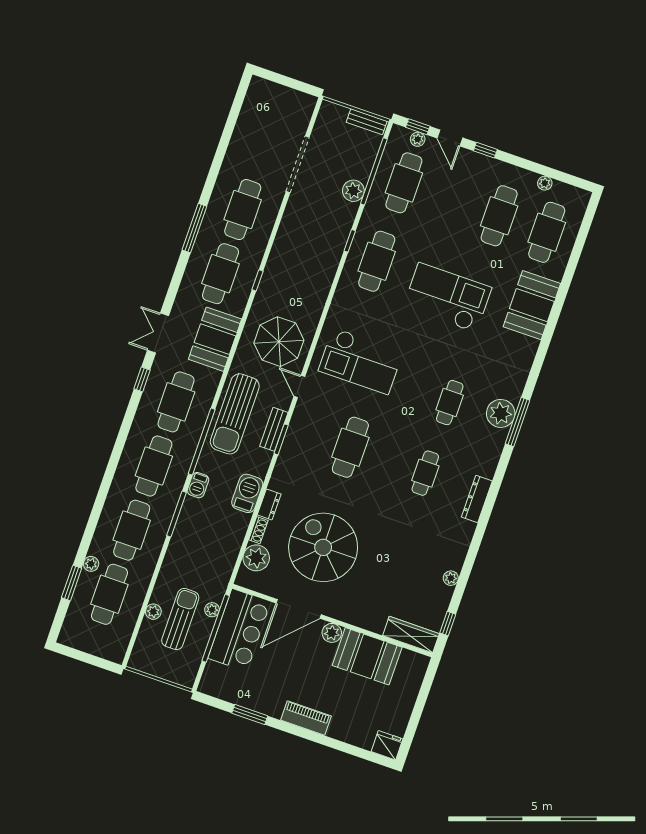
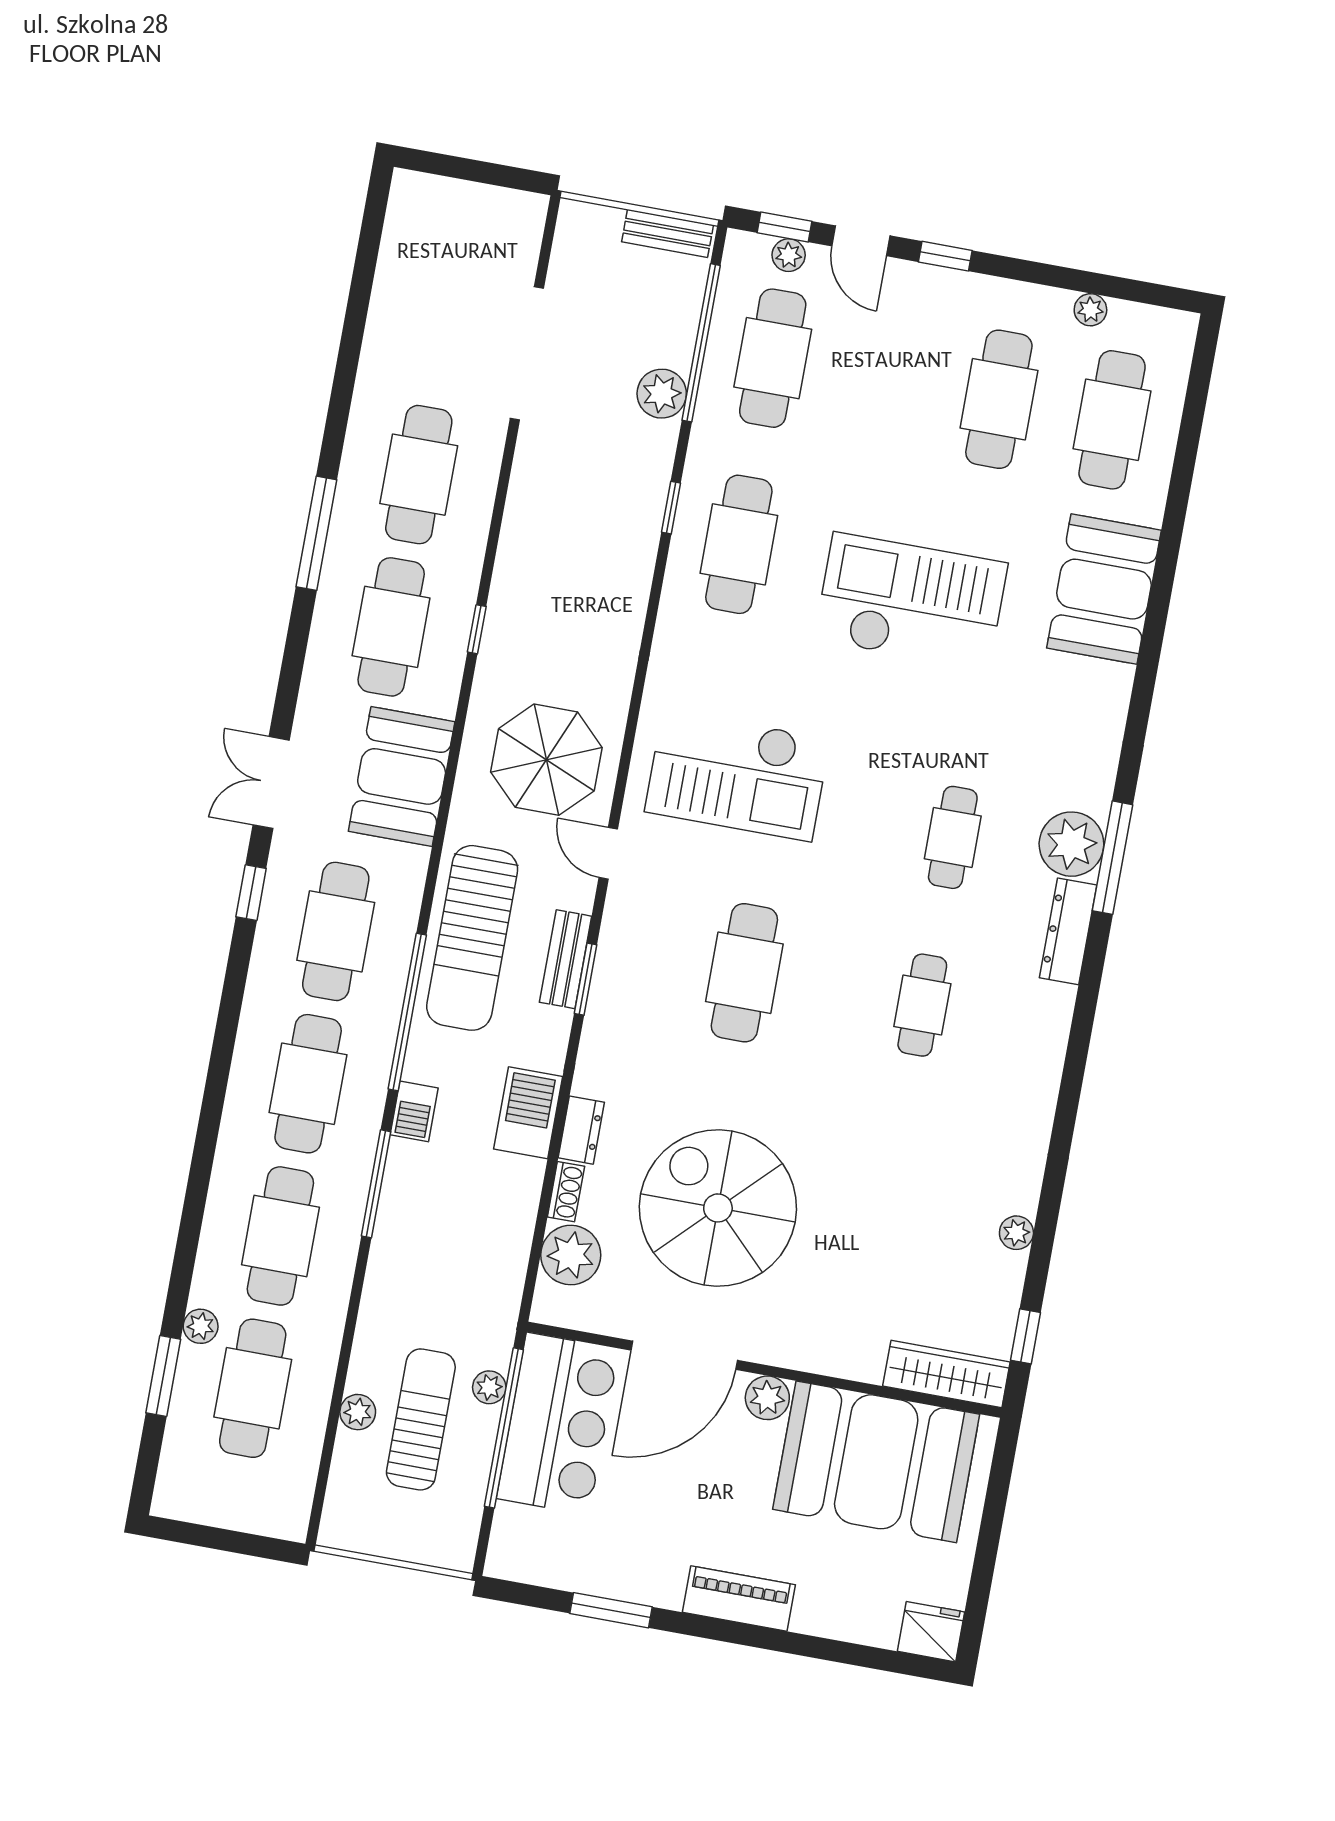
dresser: (477, 499) -> (1068, 931), moved
booth: (367, 656) -> (876, 1462), width x1.36, depth x1.42

